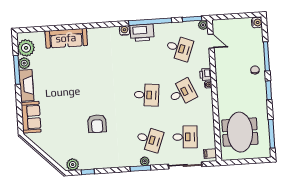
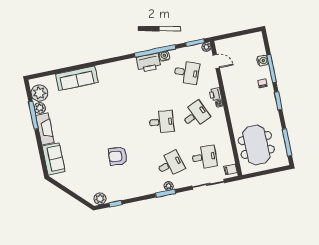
water cooler: (257, 23) -> (263, 61), moved
water cooler: (124, 30) -> (164, 56), moved
armchair: (97, 124) -> (118, 156), turned 95
desk: (149, 139) -> (170, 164), turned -36

